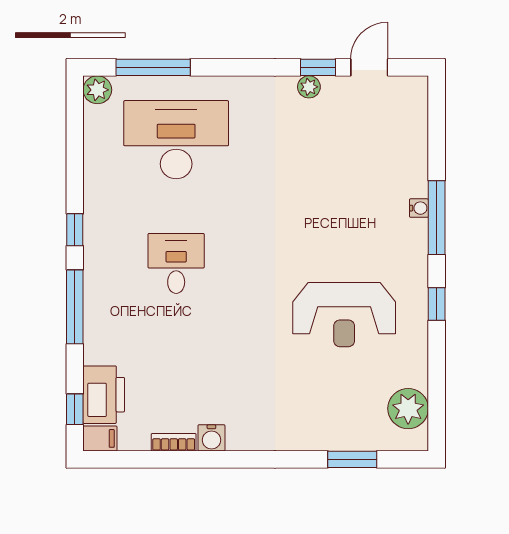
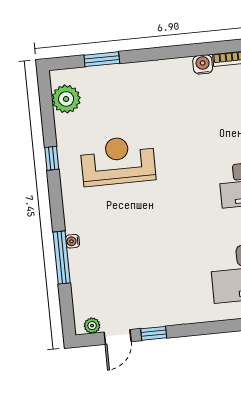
plant: (309, 87) -> (92, 326), moved
window: (437, 218) -> (62, 257), moved
window: (437, 304) -> (52, 158), moved

